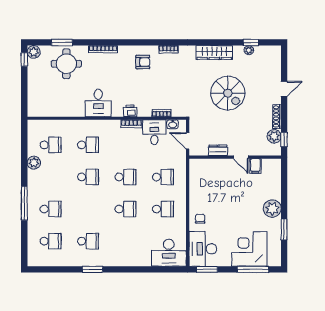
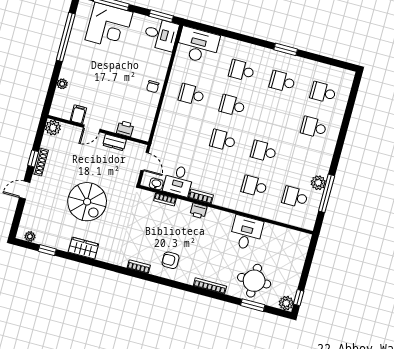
plant: (249, 50) -> (30, 236), moved
wardrobe: (214, 53) -> (83, 248), width x0.67
spiral stairs: (228, 93) -> (87, 202), turned 180
desk: (98, 103) -> (246, 233), moved
plant: (274, 136) -> (53, 128), moved
window: (284, 140) -> (33, 158), moved
door: (241, 157) -> (92, 128), swing flipped
printer: (212, 165) -> (125, 129), added
school desk: (163, 177) -> (242, 71), moved
window: (24, 203) -> (327, 193), moved
plant: (272, 209) -> (62, 84), moved, width x0.53, depth x0.53
chair: (200, 219) -> (153, 87), moved
window: (284, 229) -> (66, 37), width x2.11
desk: (203, 249) -> (161, 34), width x0.73

